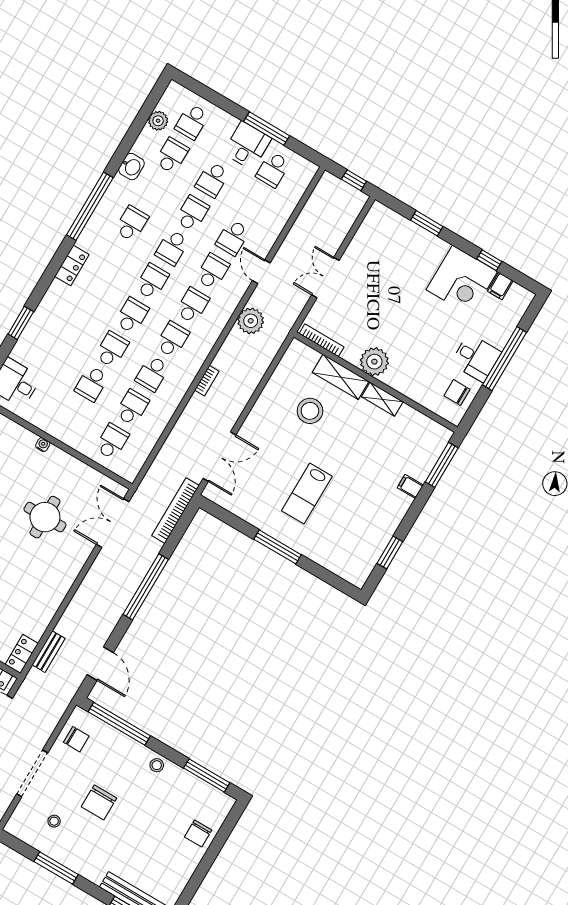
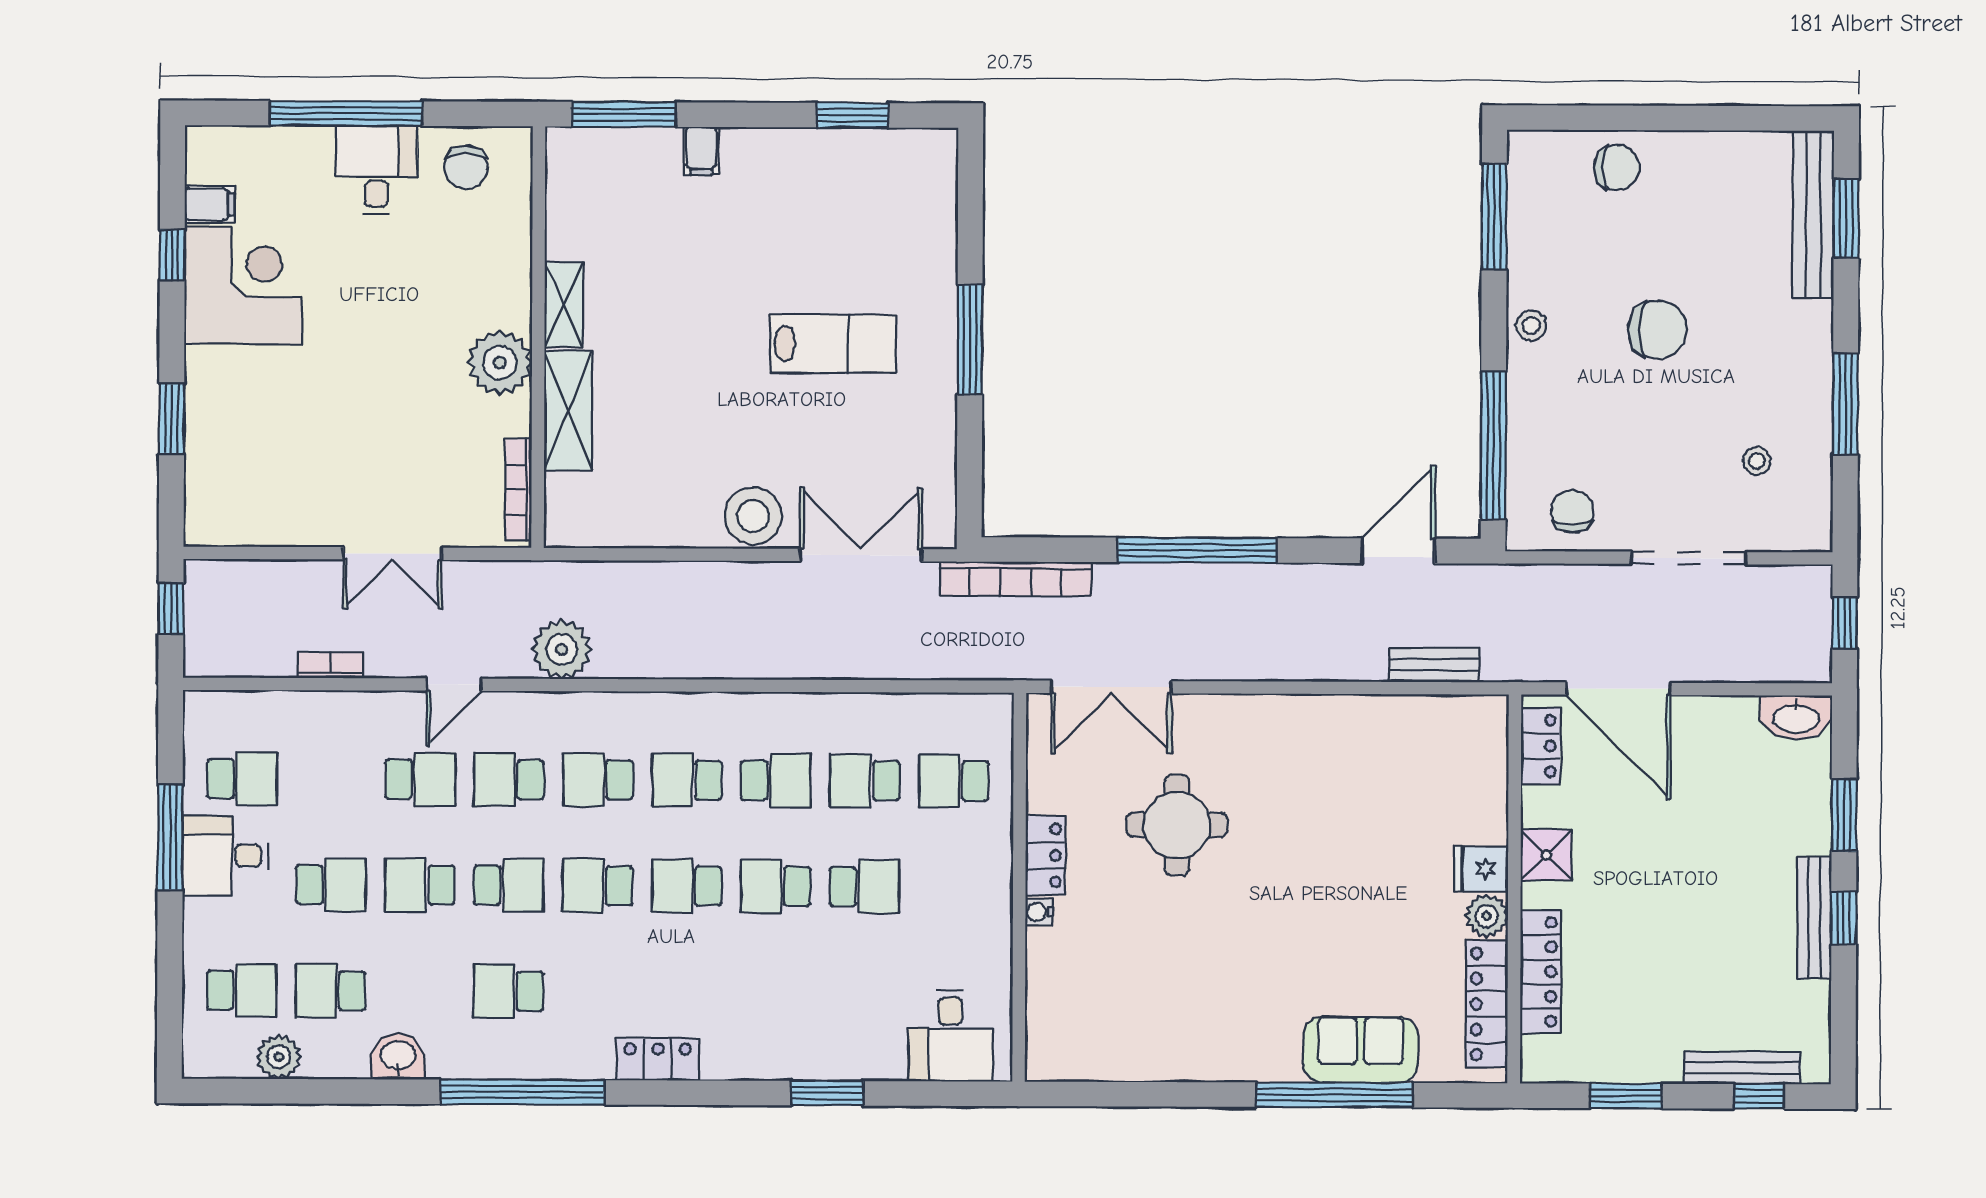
bookcase: (207, 381) -> (330, 665), moved
stool: (310, 411) -> (753, 516), moved
locker: (22, 654) -> (1045, 855), moved, turned -90
chair: (99, 802) -> (1658, 330), moved

